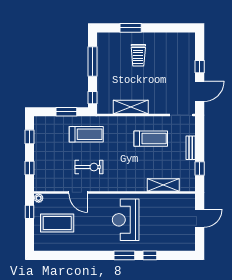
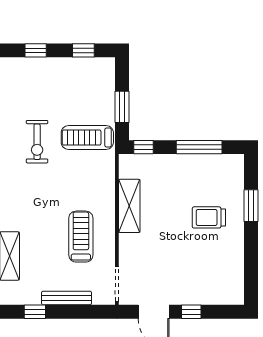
treadmill: (86, 134) -> (87, 137), turned 90
treadmill: (151, 139) -> (81, 237), turned 180
bench: (191, 148) -> (67, 298), width x1.36

